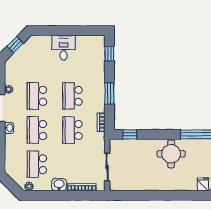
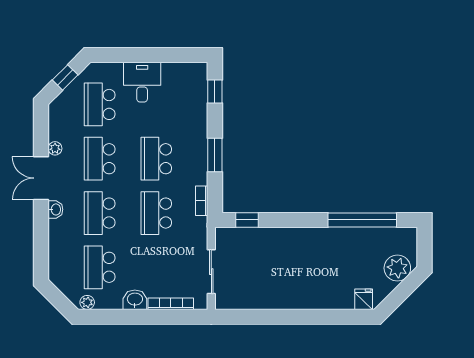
school desk: (37, 62) -> (100, 104), added
round table: (171, 154) -> (313, 251), removed

